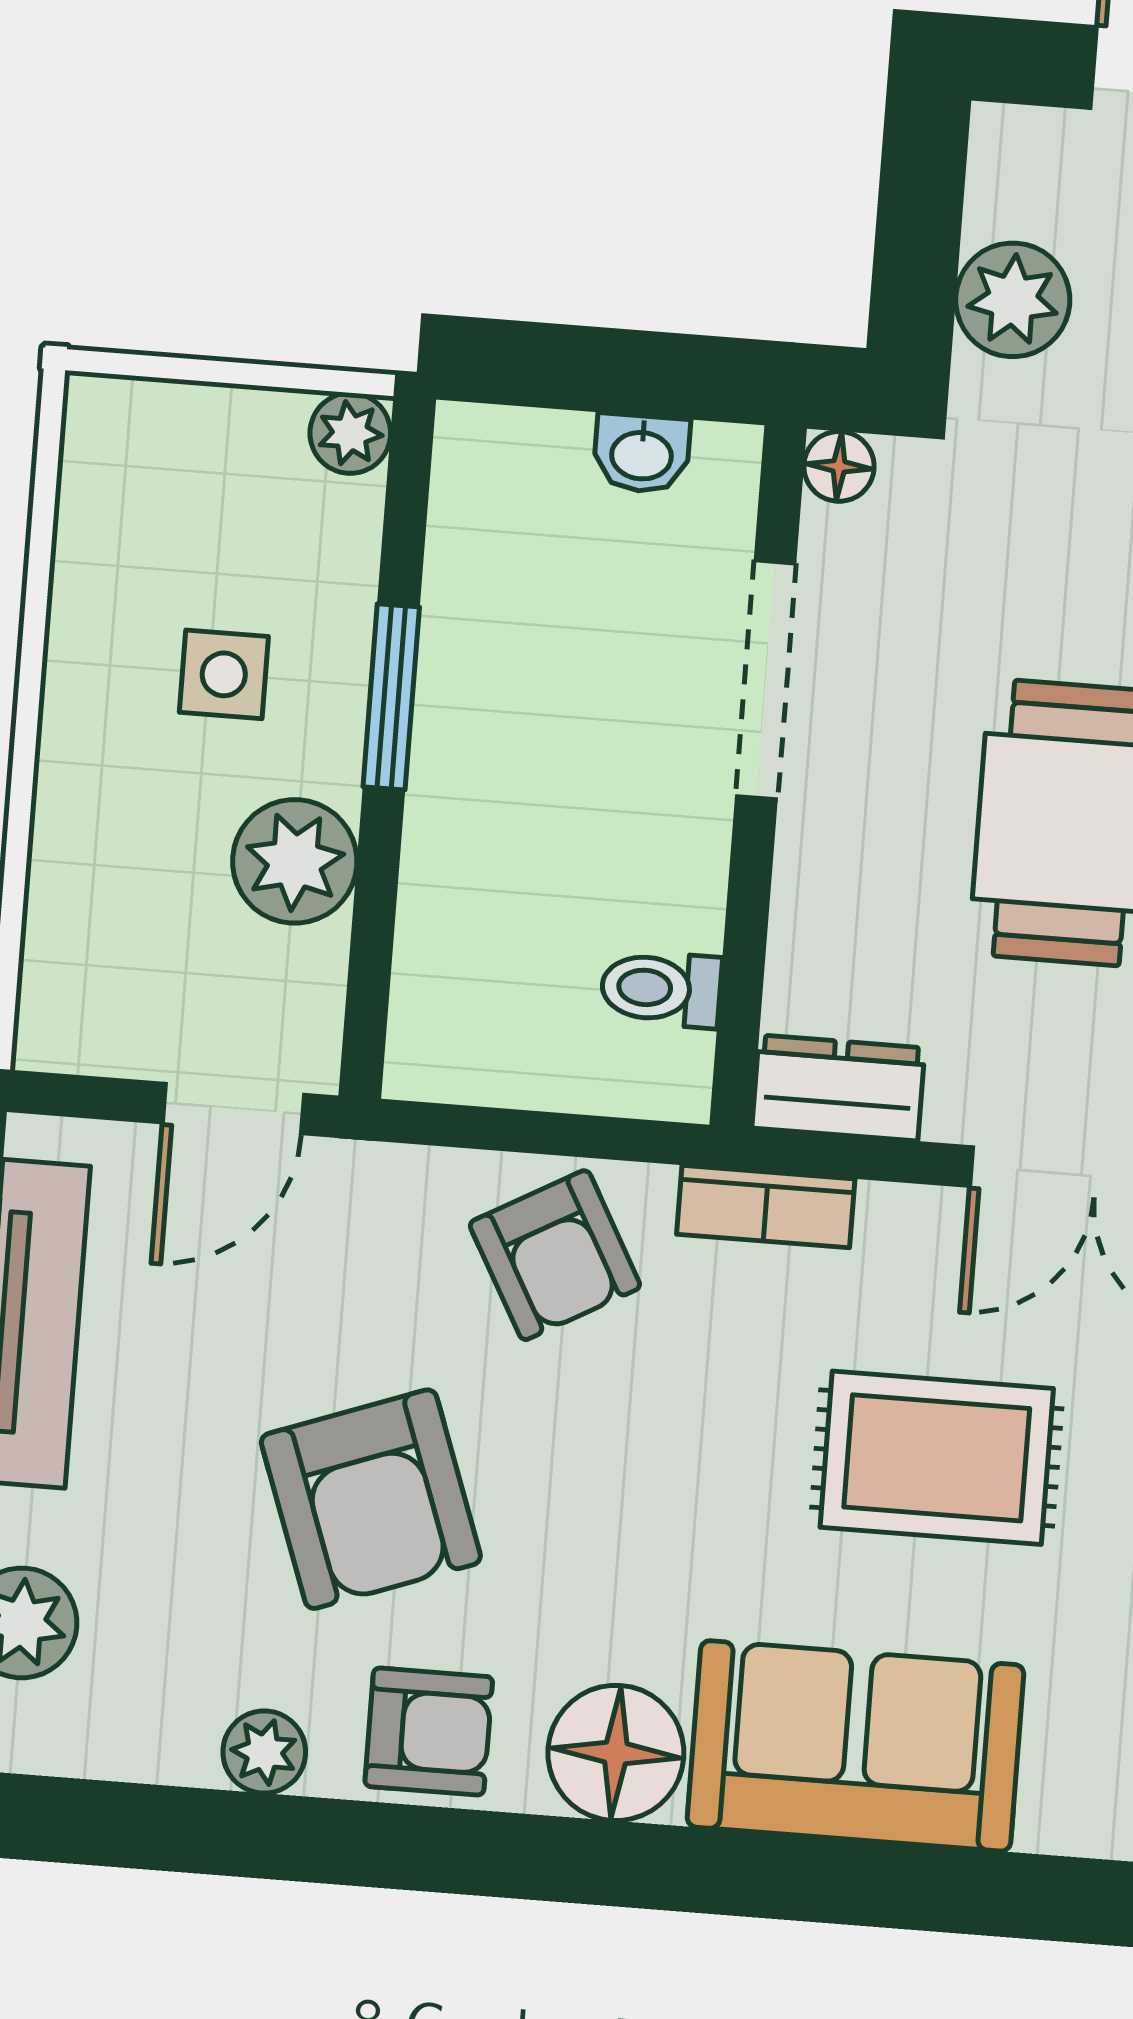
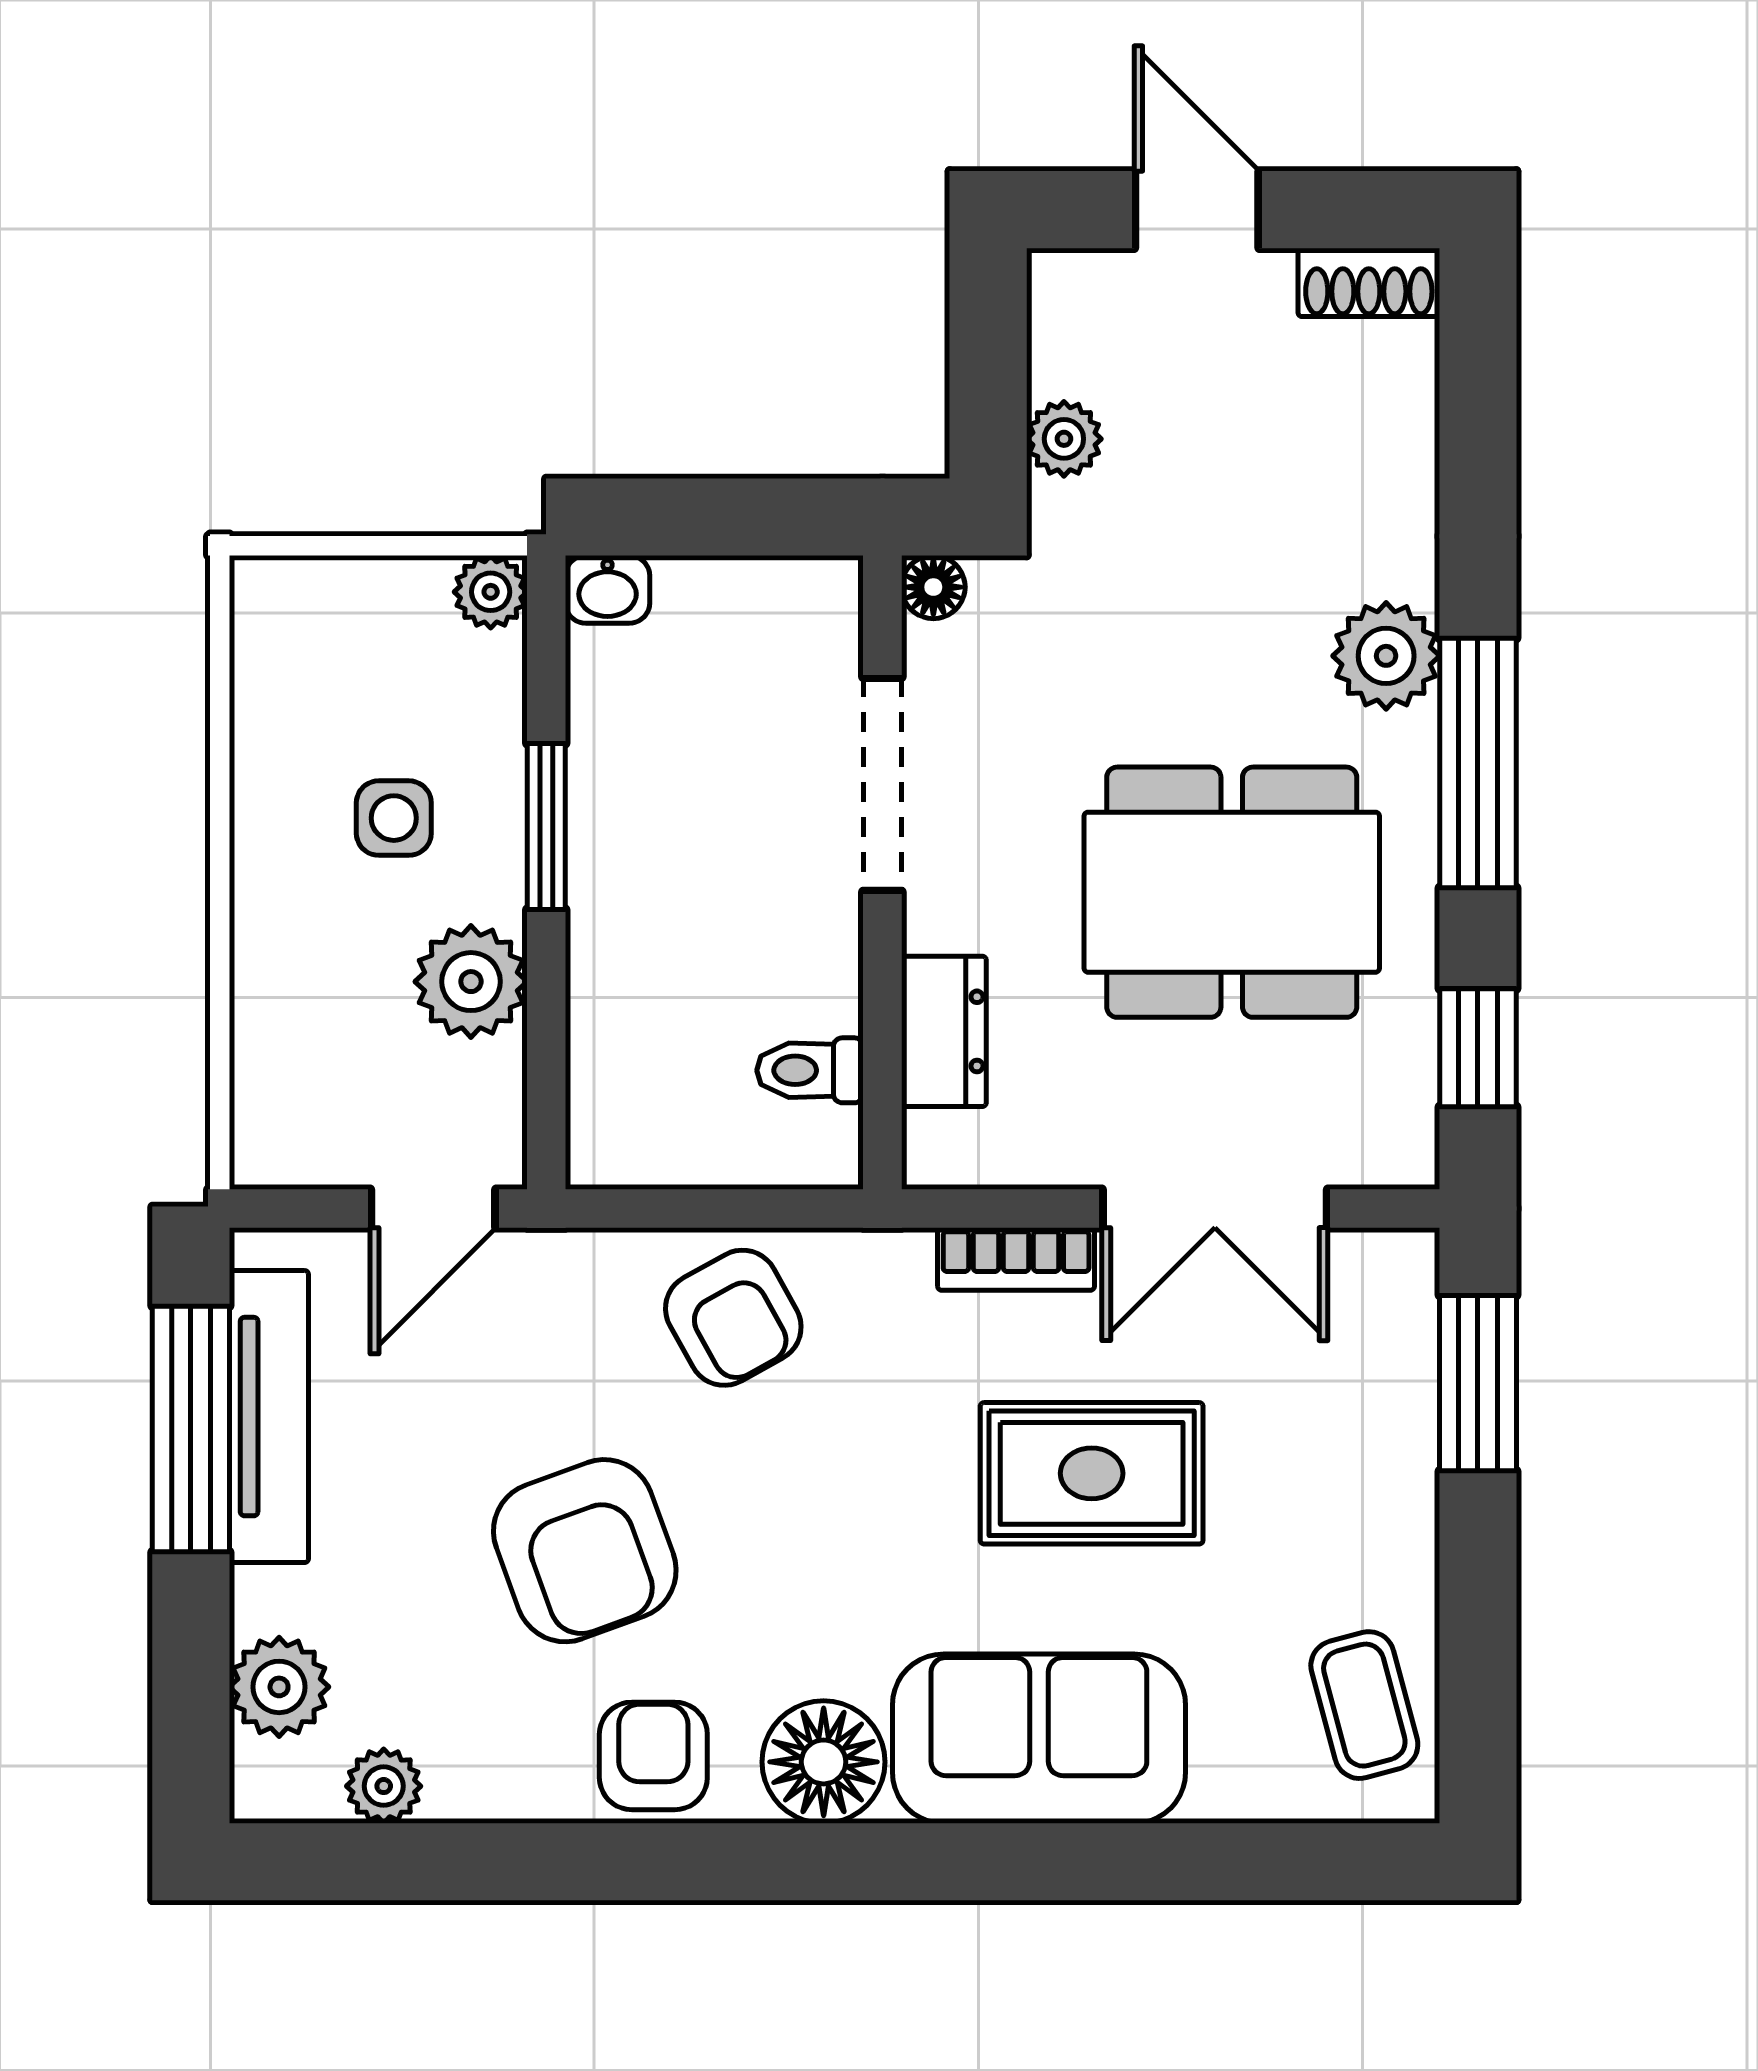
plant: (1013, 300) -> (1064, 439), width x0.73, depth x0.73
washbasin: (642, 453) -> (608, 589), moved
dresser: (838, 1088) -> (944, 1031), moved, turned 90
bookcase: (766, 1207) -> (1016, 1259), moved
armchair: (429, 1732) -> (653, 1756), turned -90
plant: (264, 1752) -> (384, 1786), moved

